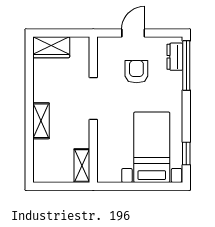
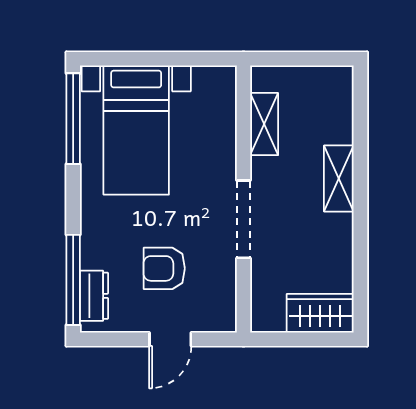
armchair: (136, 72) -> (164, 268), turned 90
window: (186, 153) -> (73, 119), width x2.17
shelving: (82, 166) -> (264, 124), moved

